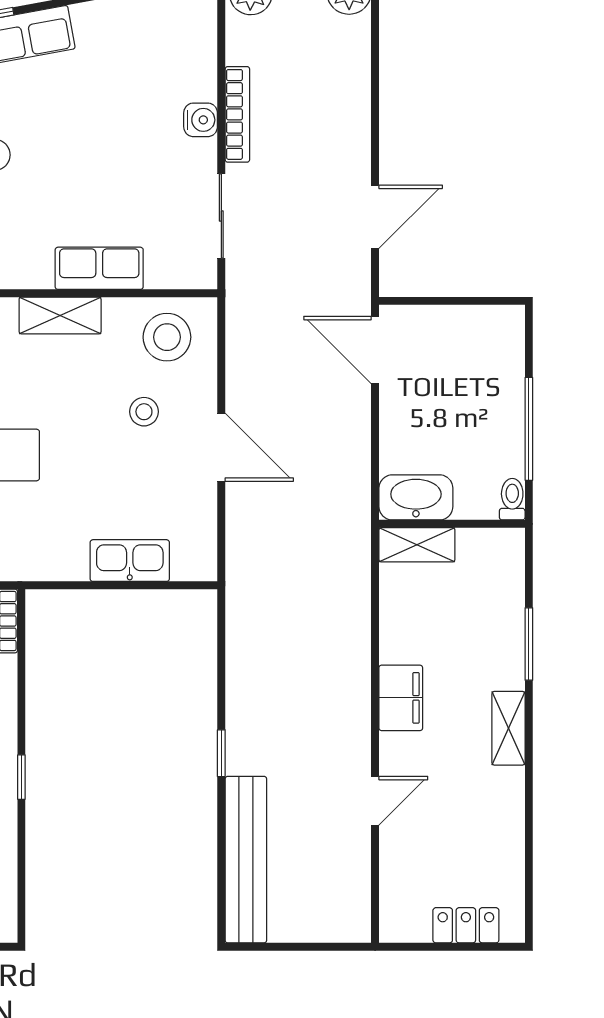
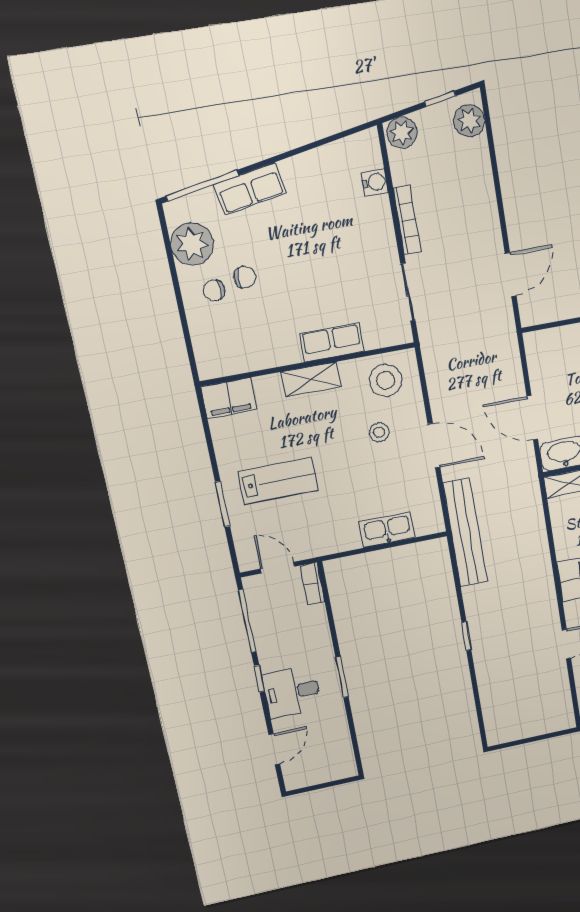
water cooler: (201, 120) -> (375, 182), moved
door: (375, 350) -> (532, 418), moved
window: (21, 777) -> (342, 677), width x1.50
bench: (246, 860) -> (465, 533), moved

